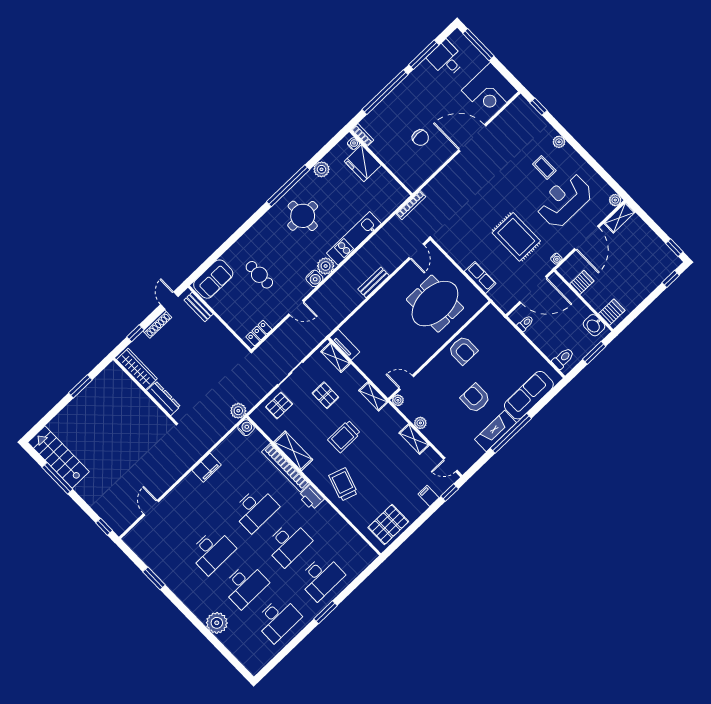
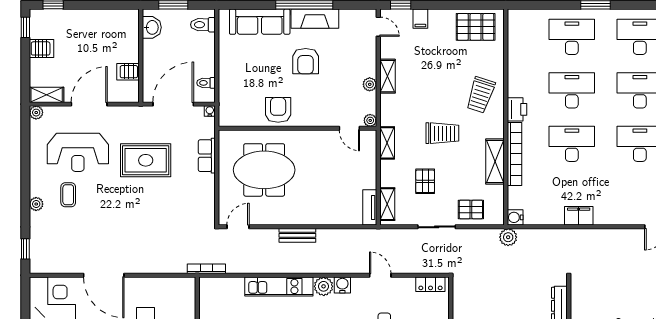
rug: (516, 237) -> (146, 160), turned 90
water cooler: (556, 259) -> (210, 111), moved
door: (533, 290) -> (173, 104), hinge flipped
server rack: (612, 312) -> (42, 48), moved, turned 180

